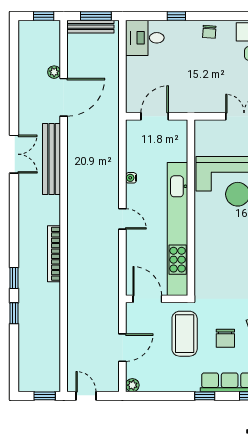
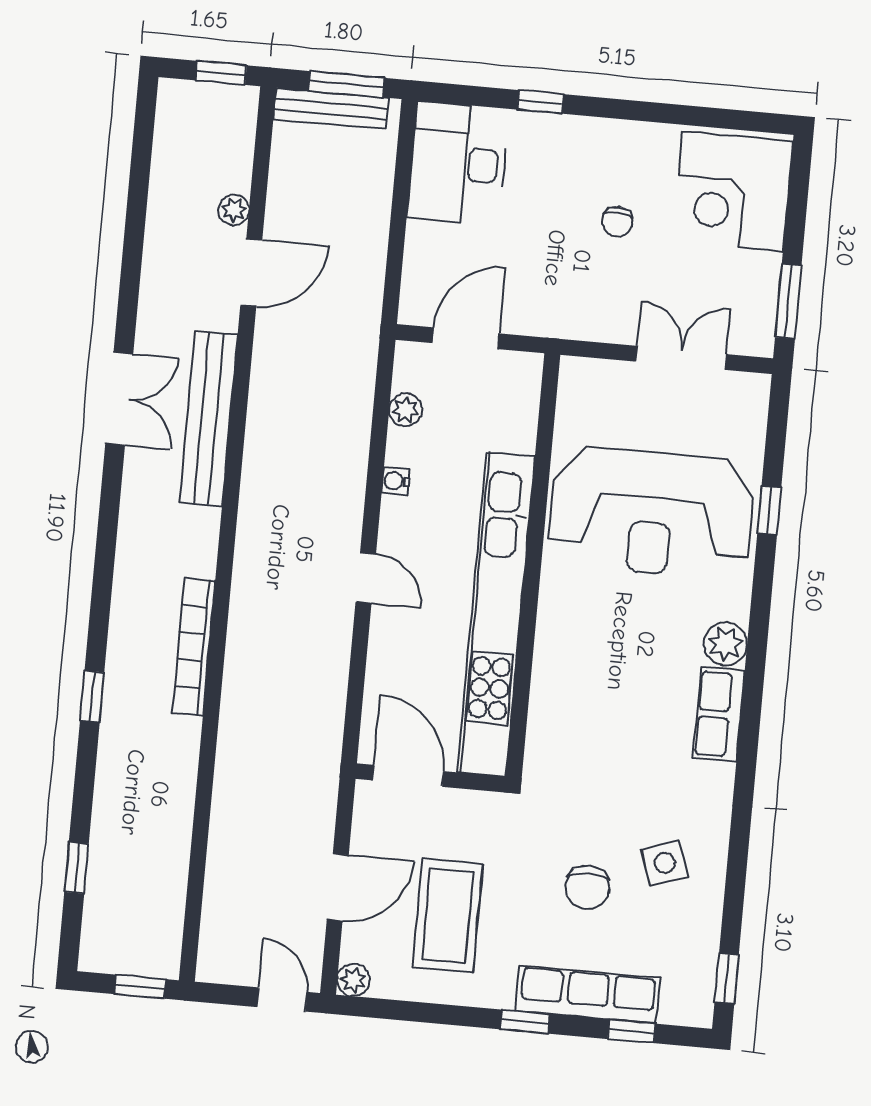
chair: (209, 32) -> (617, 222), moved
desk: (145, 38) -> (458, 163), width x1.37
door: (64, 97) -> (251, 273), width x0.73
plant: (132, 148) -> (406, 410), added
window: (14, 313) -> (77, 868), moved
coffee table: (185, 334) -> (448, 916), moved
door: (86, 396) -> (282, 1000), moved

